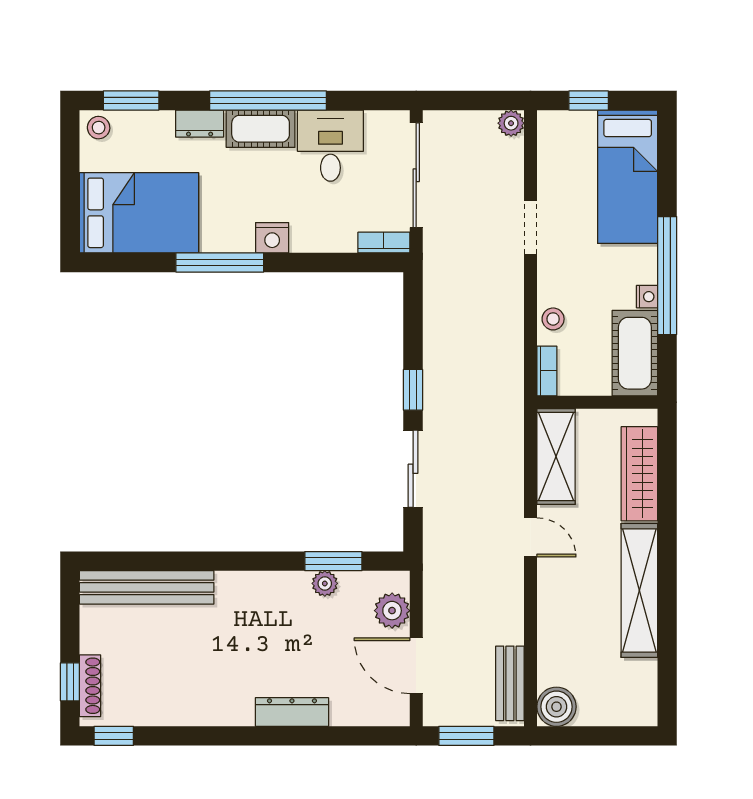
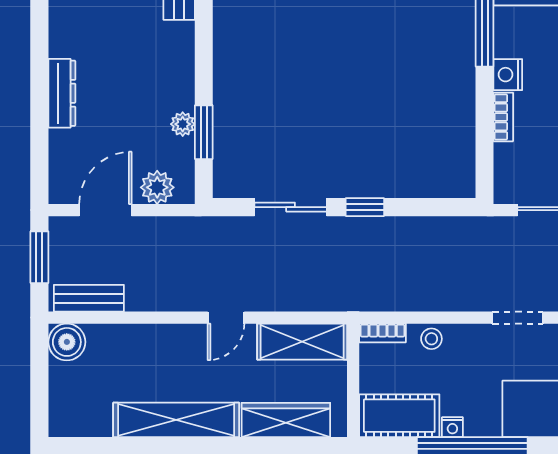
bookcase: (384, 243) -> (503, 117), moved

